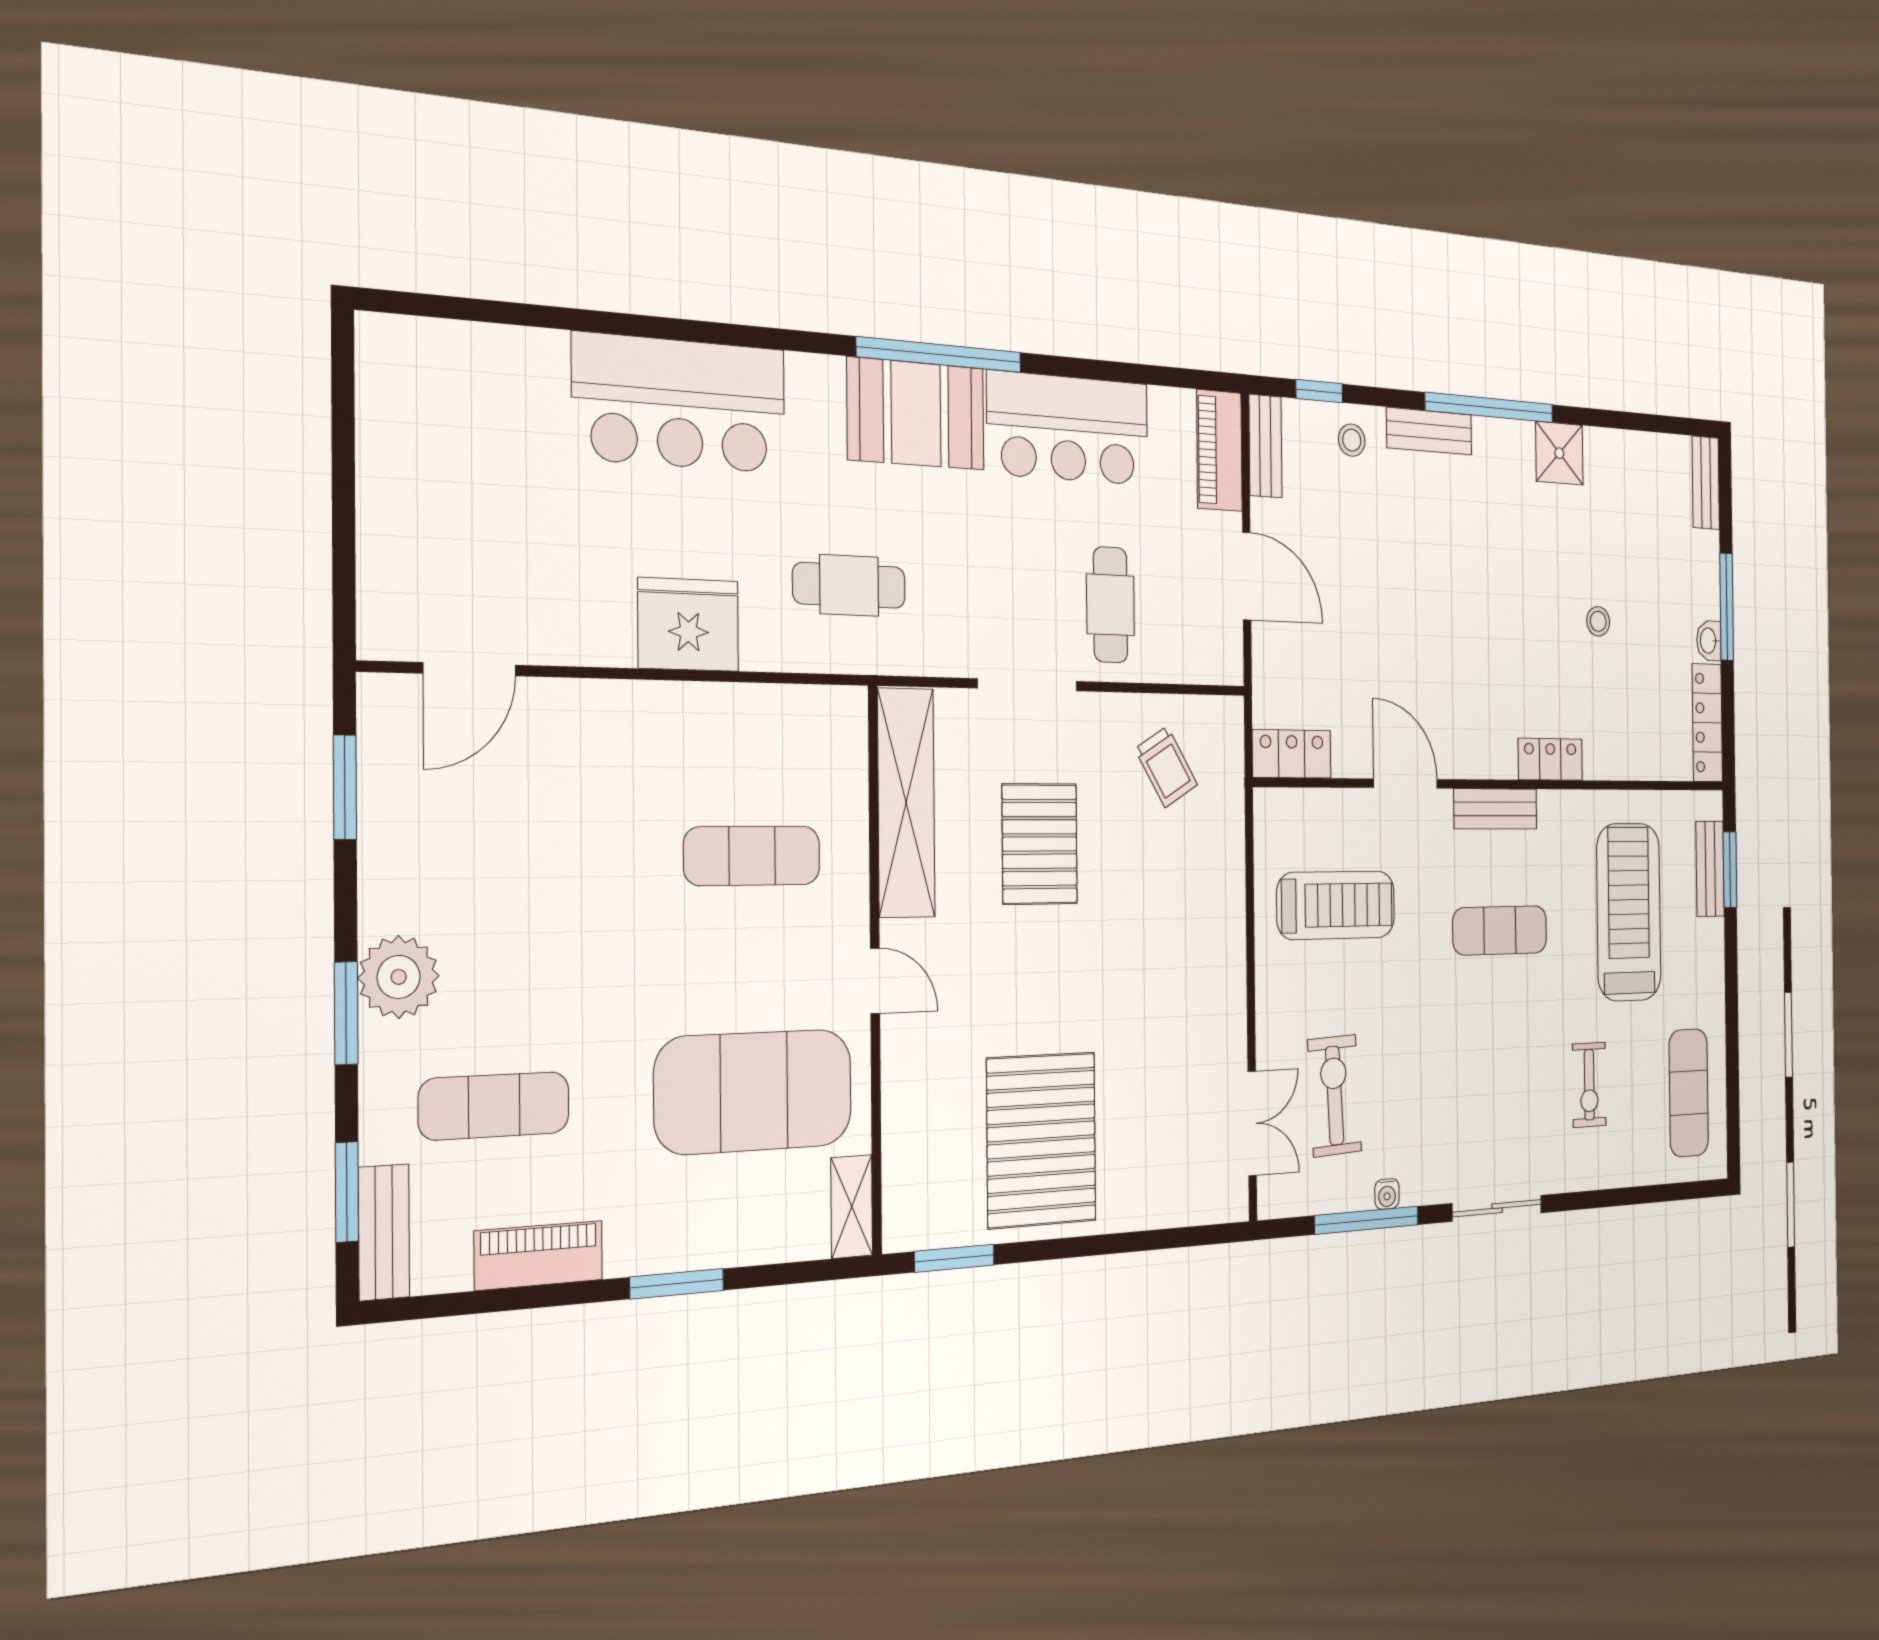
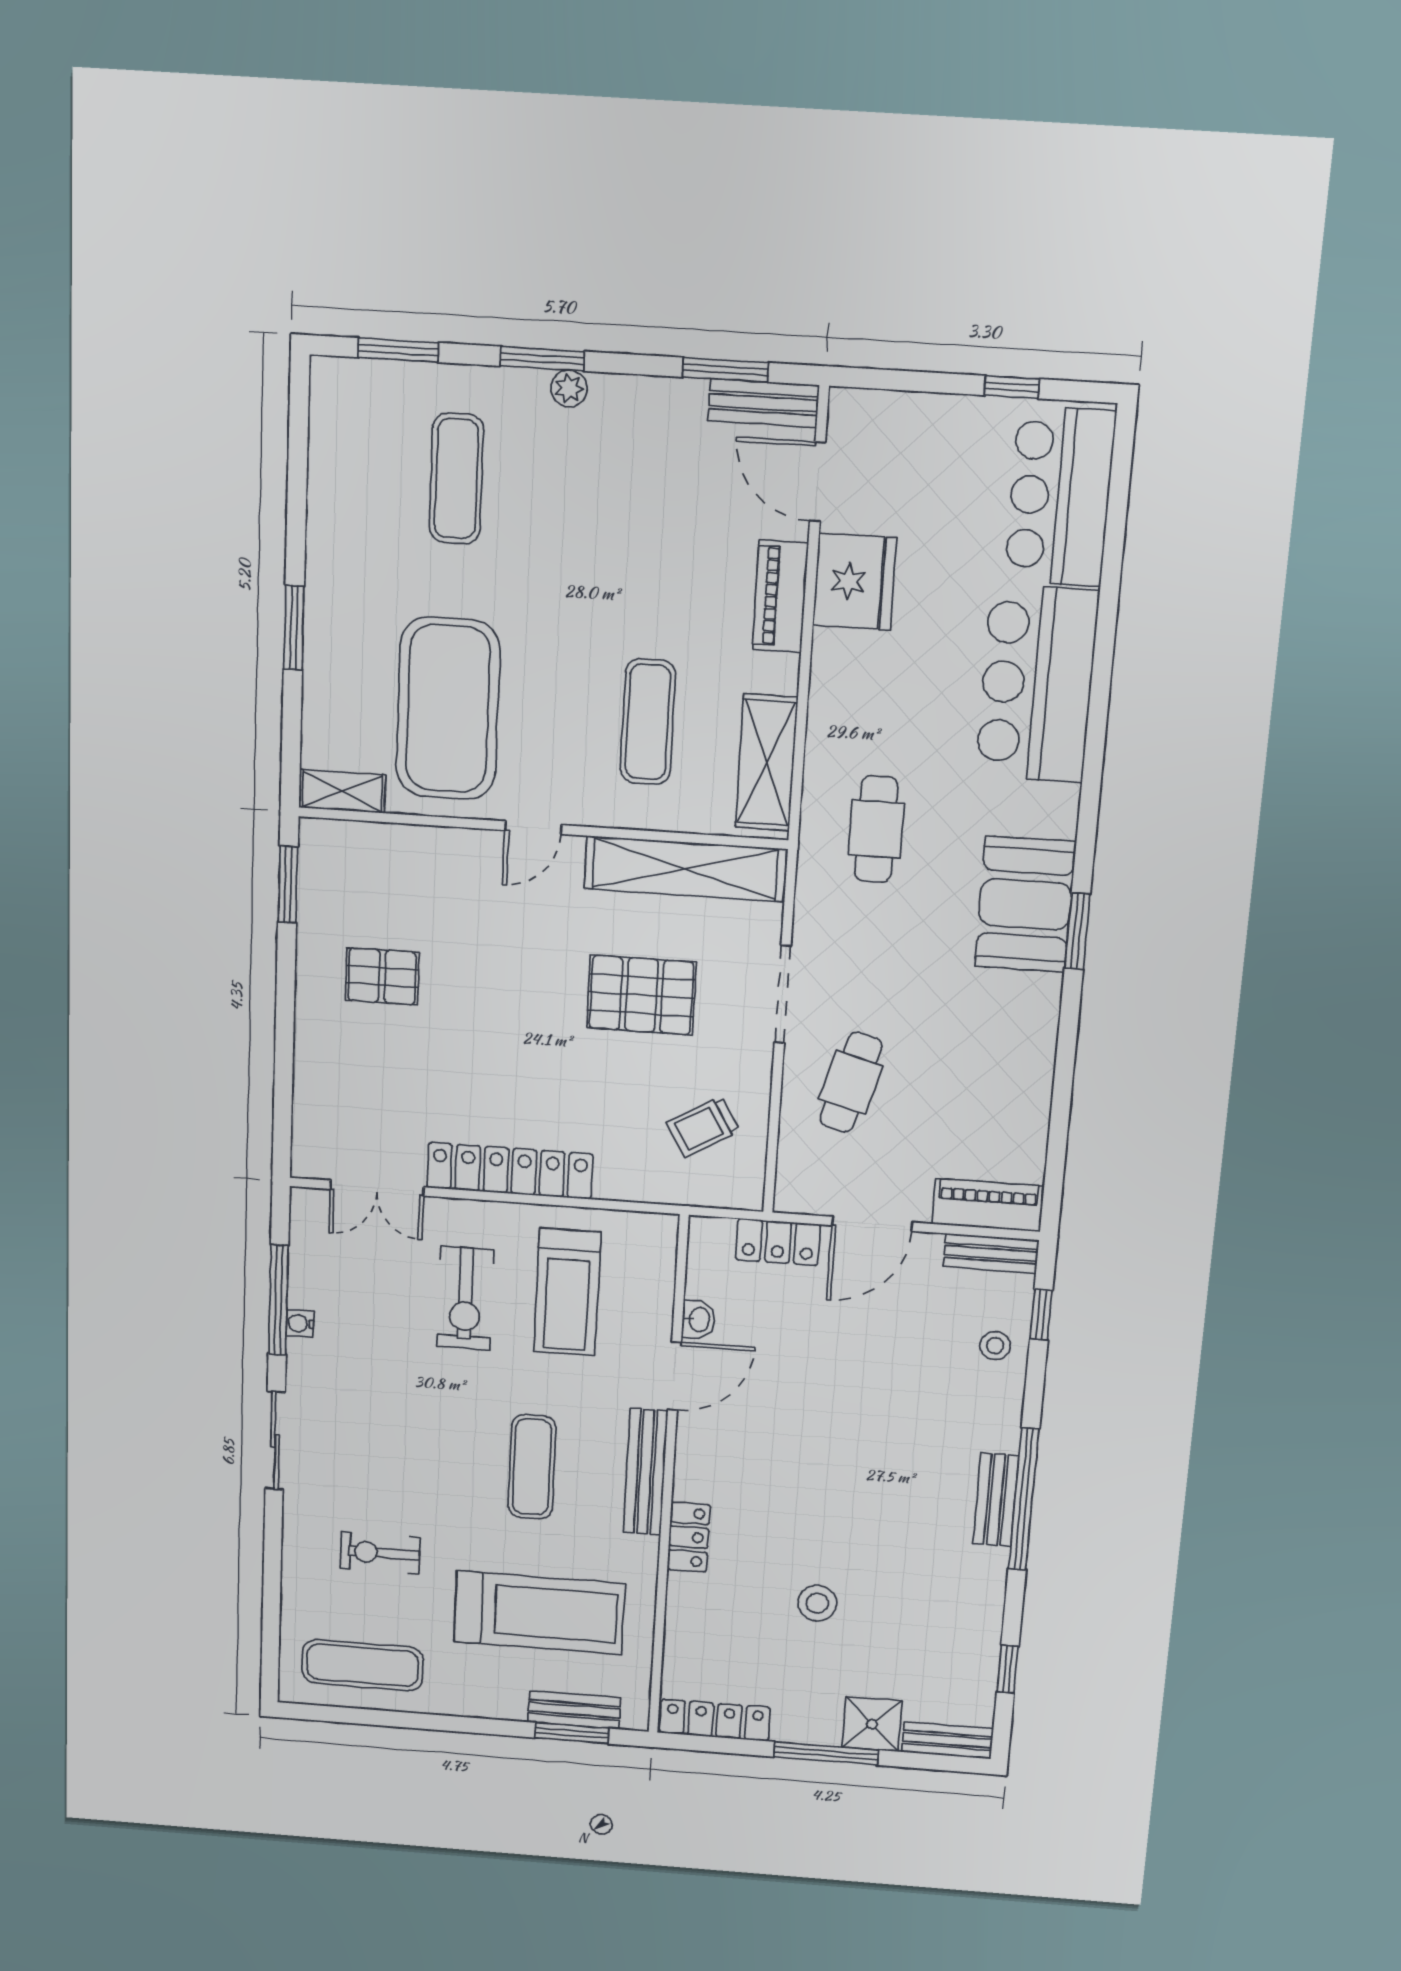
window: (939, 355) -> (1077, 931), width x0.47
window: (1640, 422) -> (1008, 1669), added
bar counter: (1068, 428) -> (1060, 496), moved
bench: (1429, 431) -> (996, 1500), moved
window: (343, 438) -> (1012, 387), added
shower: (1559, 453) -> (872, 1724), moved
cafe table: (1110, 605) -> (851, 1082), turned -75
stool: (1598, 621) -> (817, 1603), width x1.37, depth x1.37
fridge: (688, 625) -> (855, 582), moved
washbasin: (1709, 641) -> (698, 1319), moved, turned 90
shelving: (787, 715) -> (767, 762), added
locker: (1292, 754) -> (778, 1242), moved, turned 90
bench: (1495, 809) -> (646, 1472), width x1.36
plant: (399, 977) -> (569, 389), width x0.53, depth x0.53
locker: (1225, 978) -> (510, 1171), added
exercise bike: (1335, 1096) -> (465, 1298), moved, turned 93
pallet: (1042, 1140) -> (382, 976), width x0.49, depth x0.50
bench: (384, 1232) -> (764, 403), moved
piano: (539, 1255) -> (780, 596), moved, turned 180

